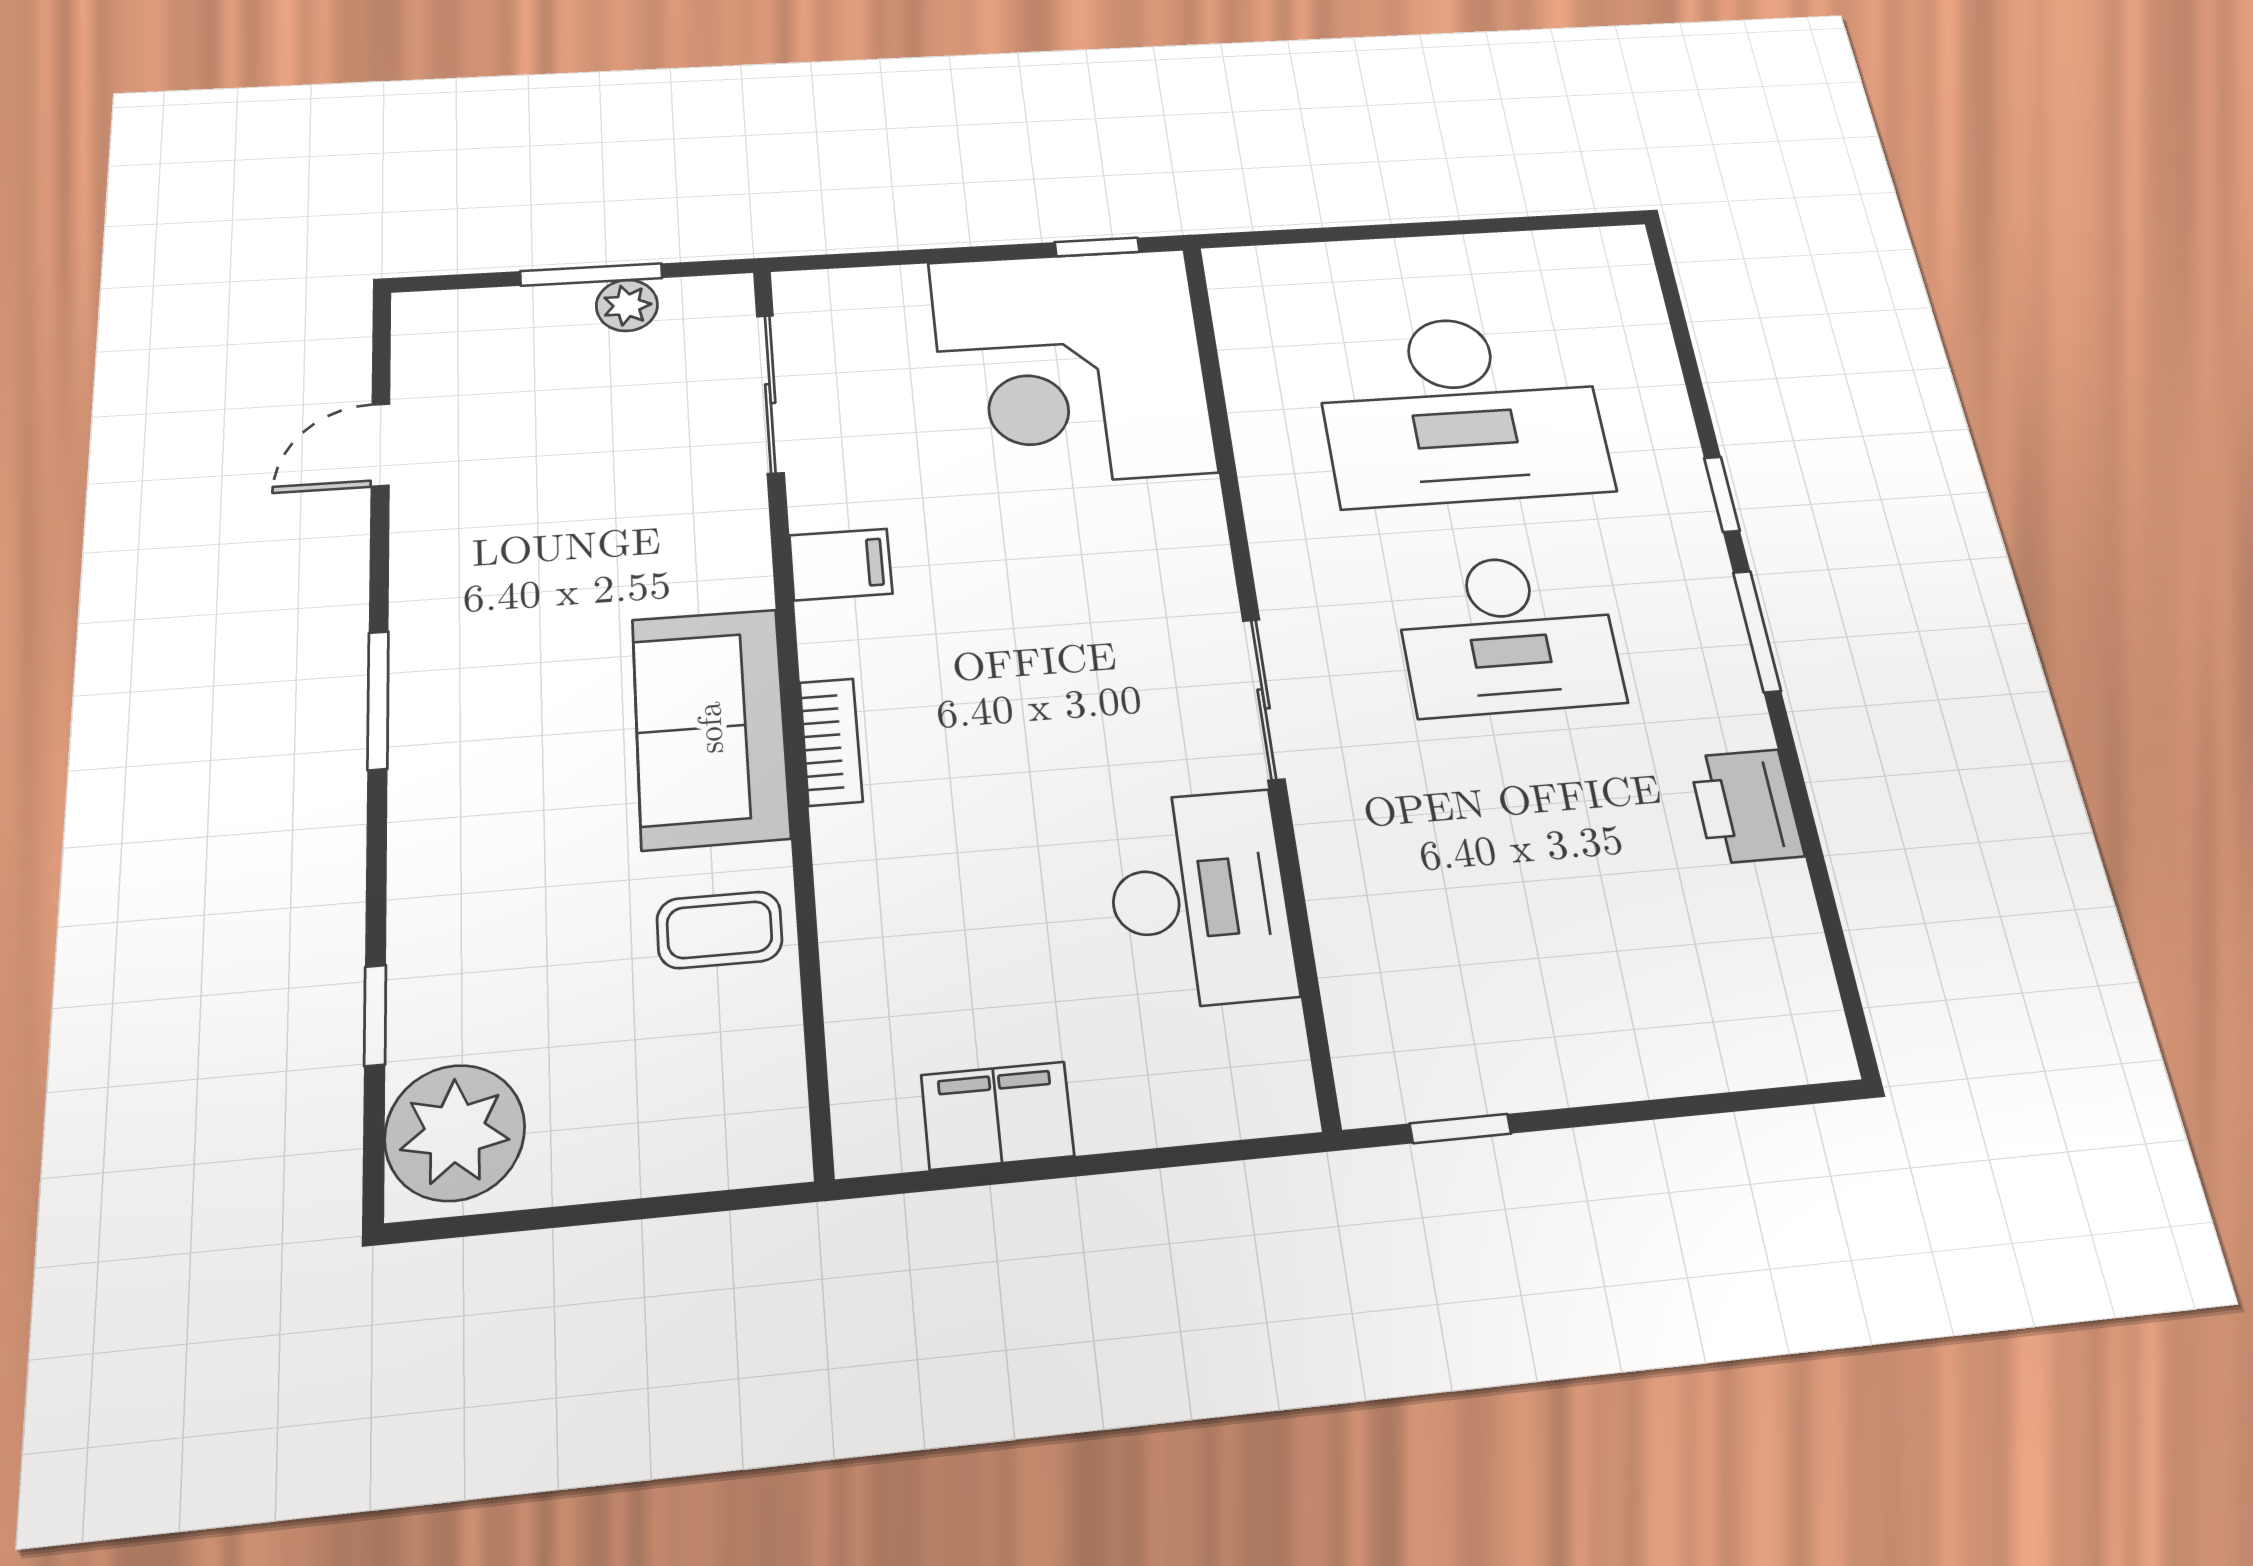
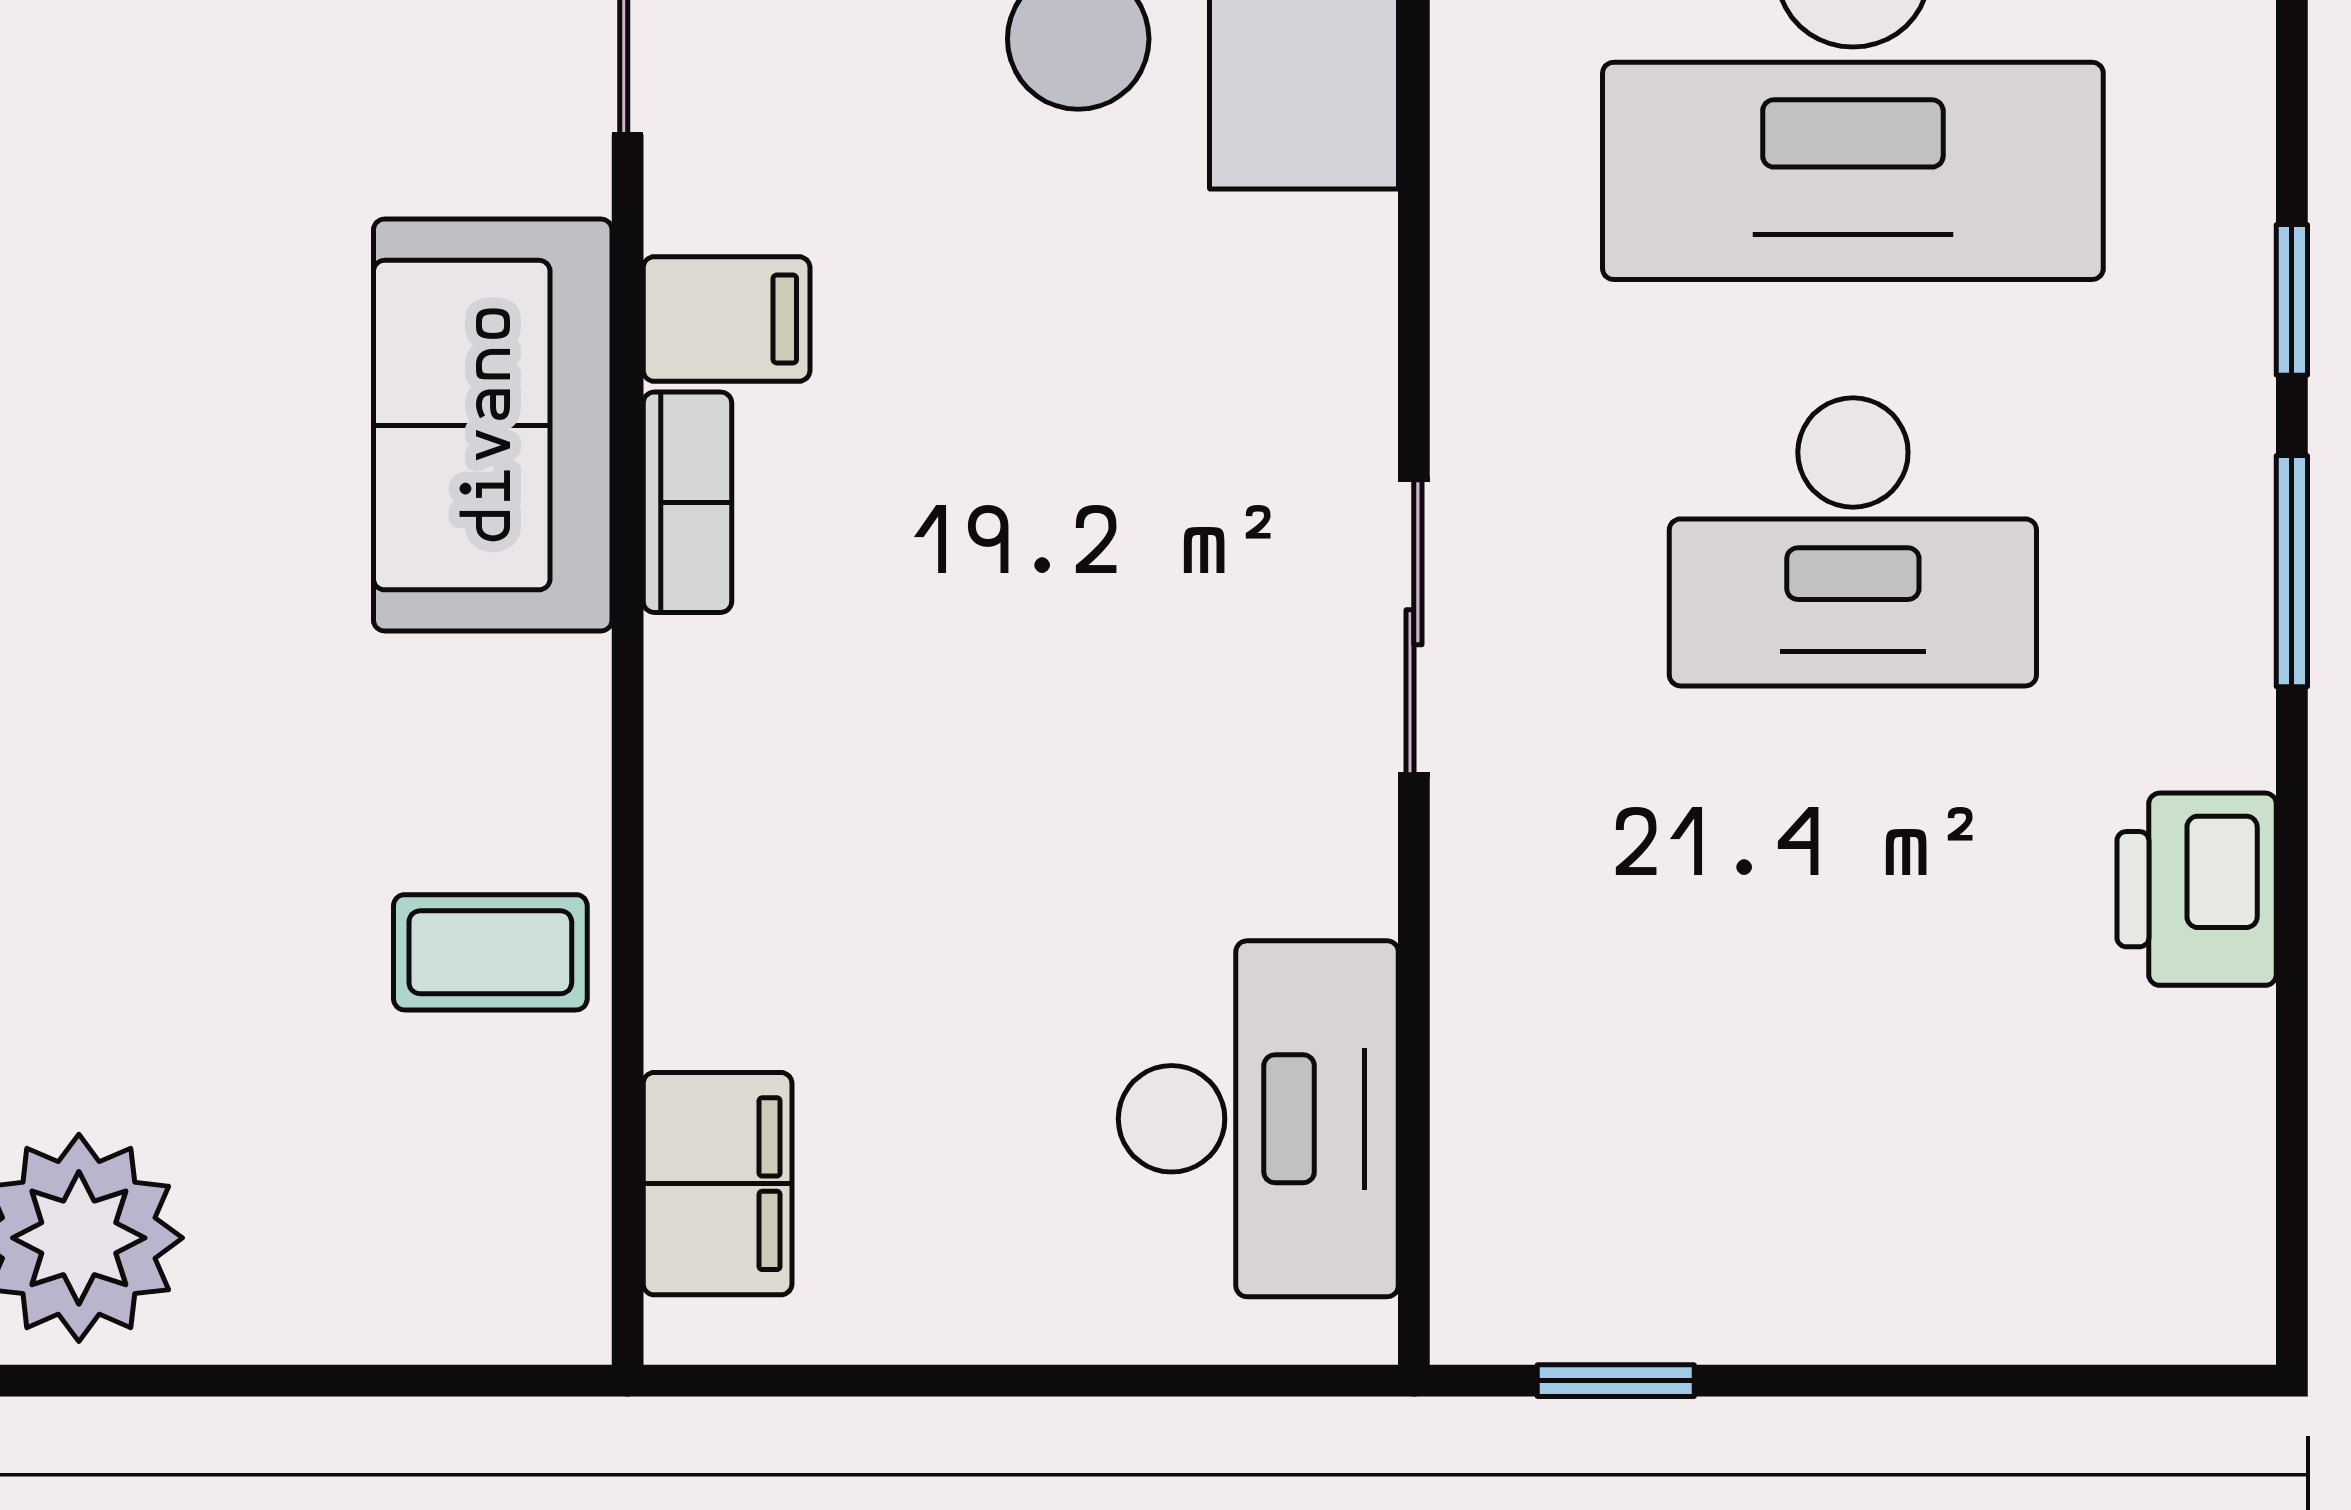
sofa: (710, 728) -> (493, 425), moved
bookcase: (831, 742) -> (687, 502), moved
desk: (1199, 899) -> (1258, 1119), moved
filing cabinet: (997, 1115) -> (718, 1184), moved, turned 90

